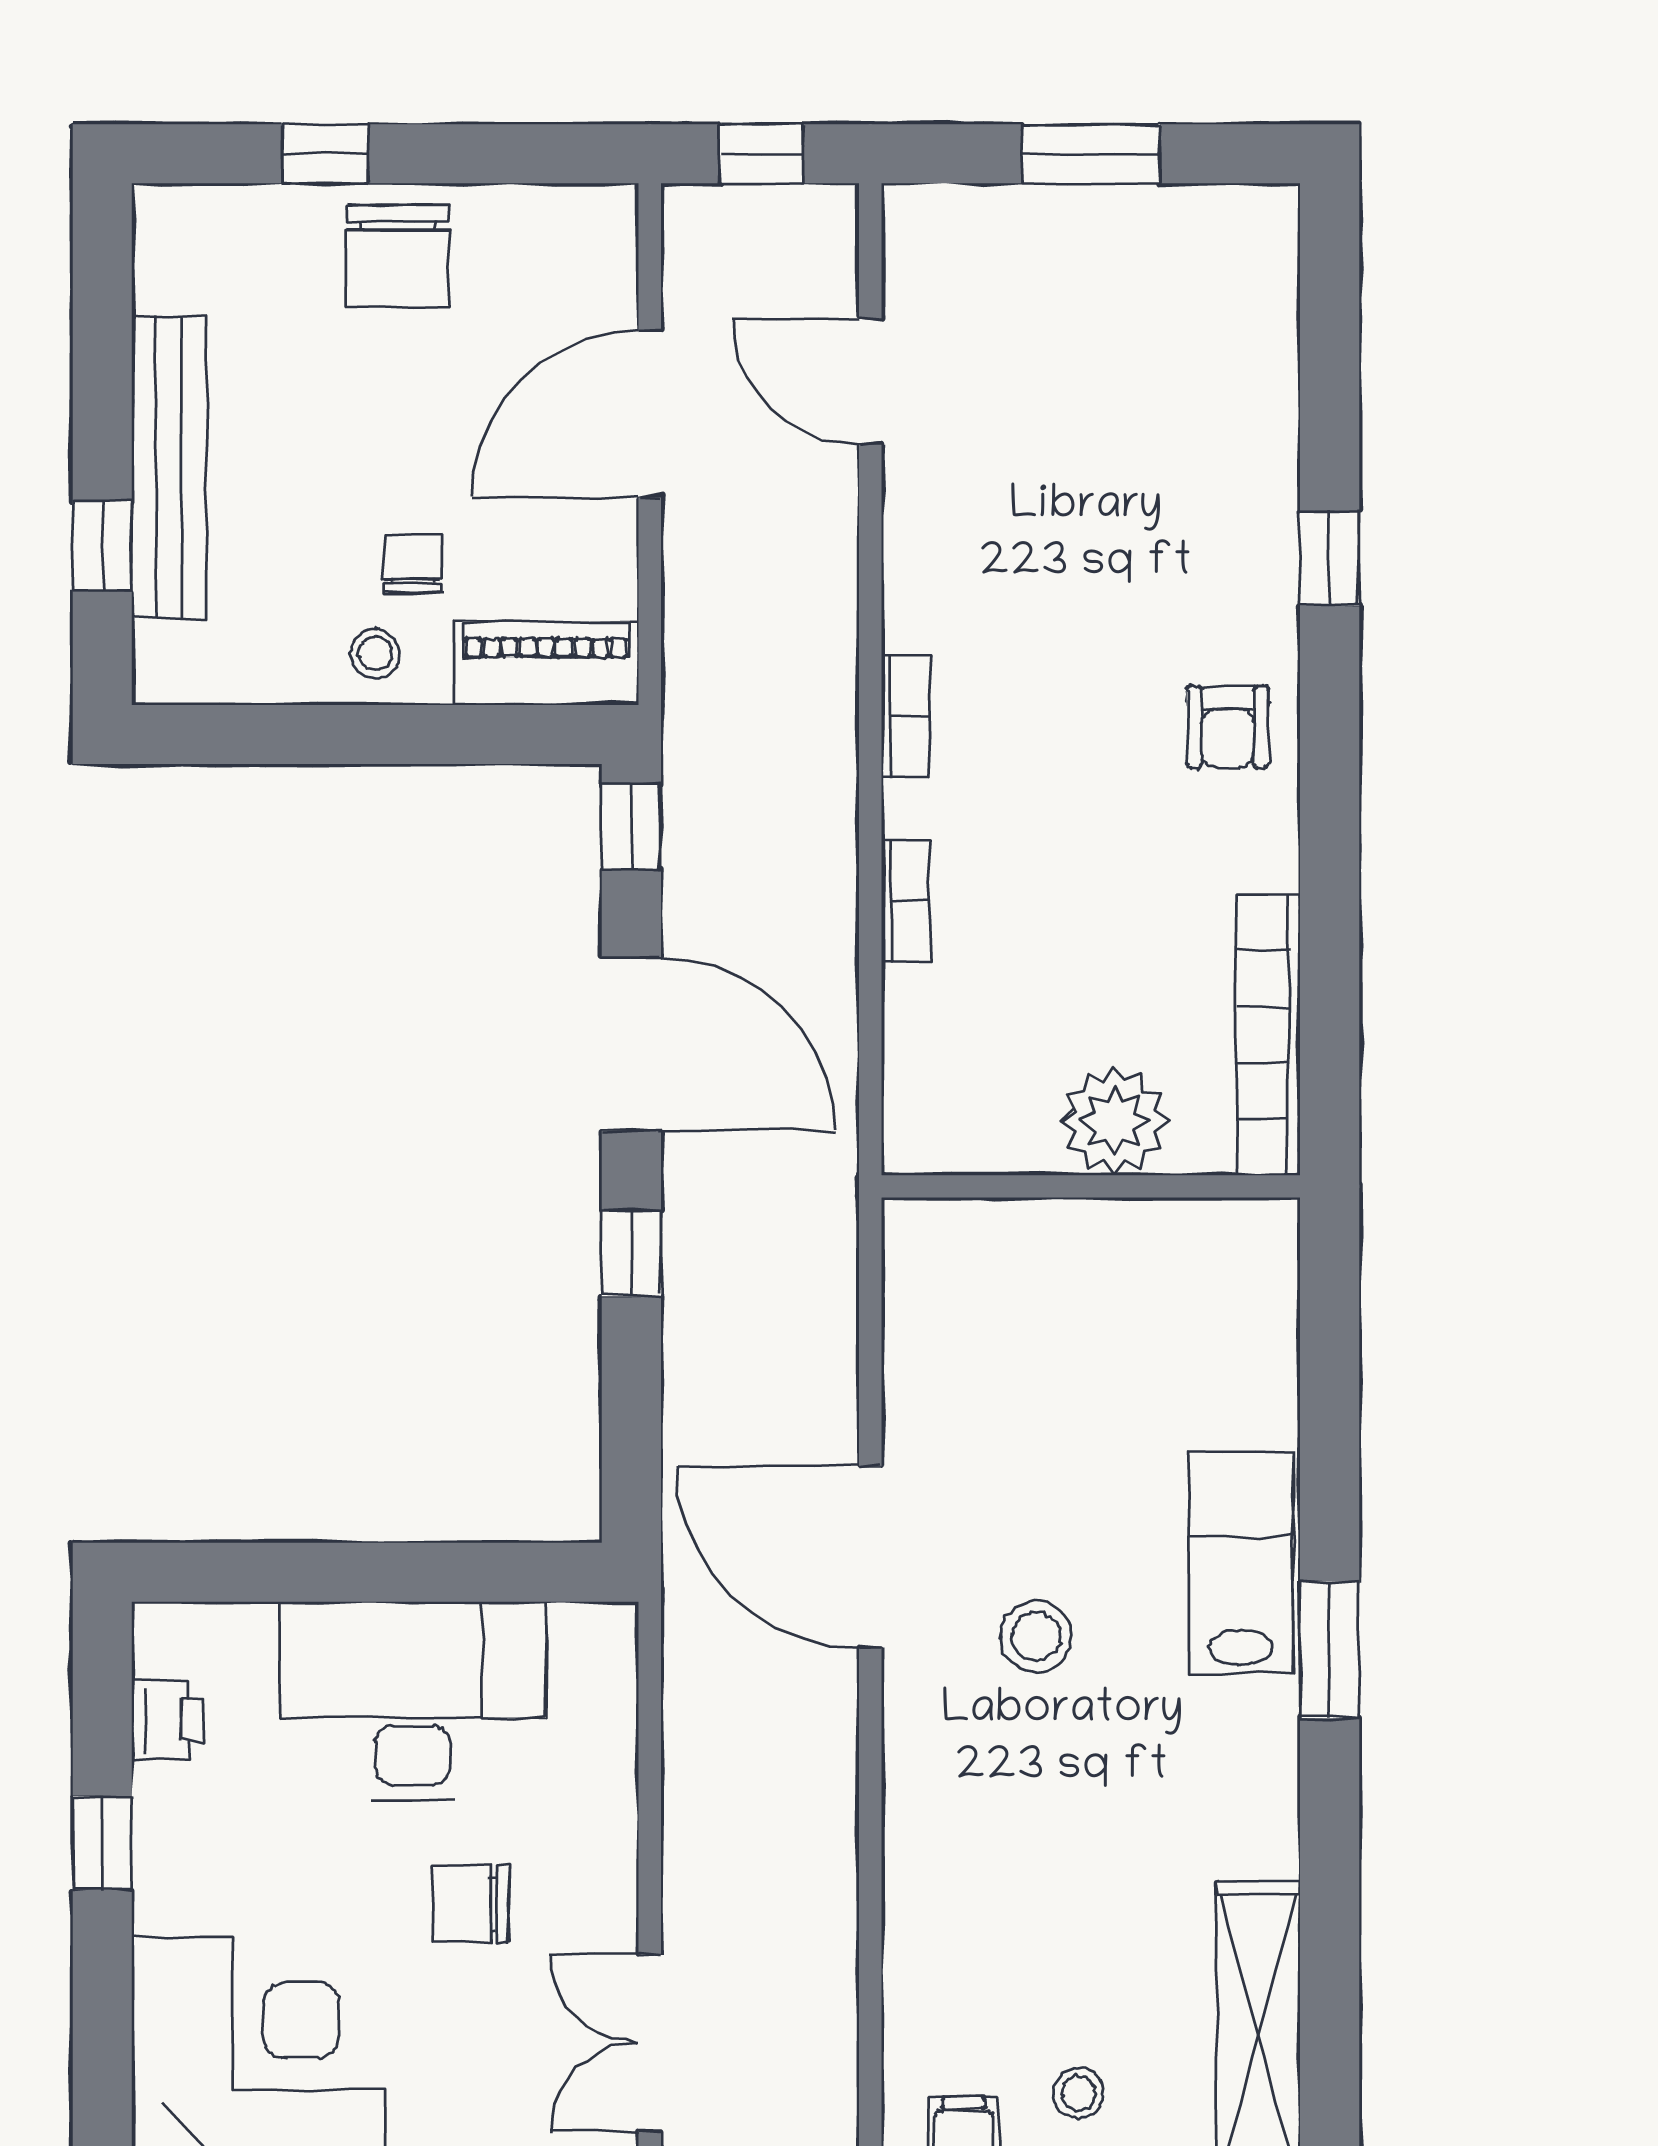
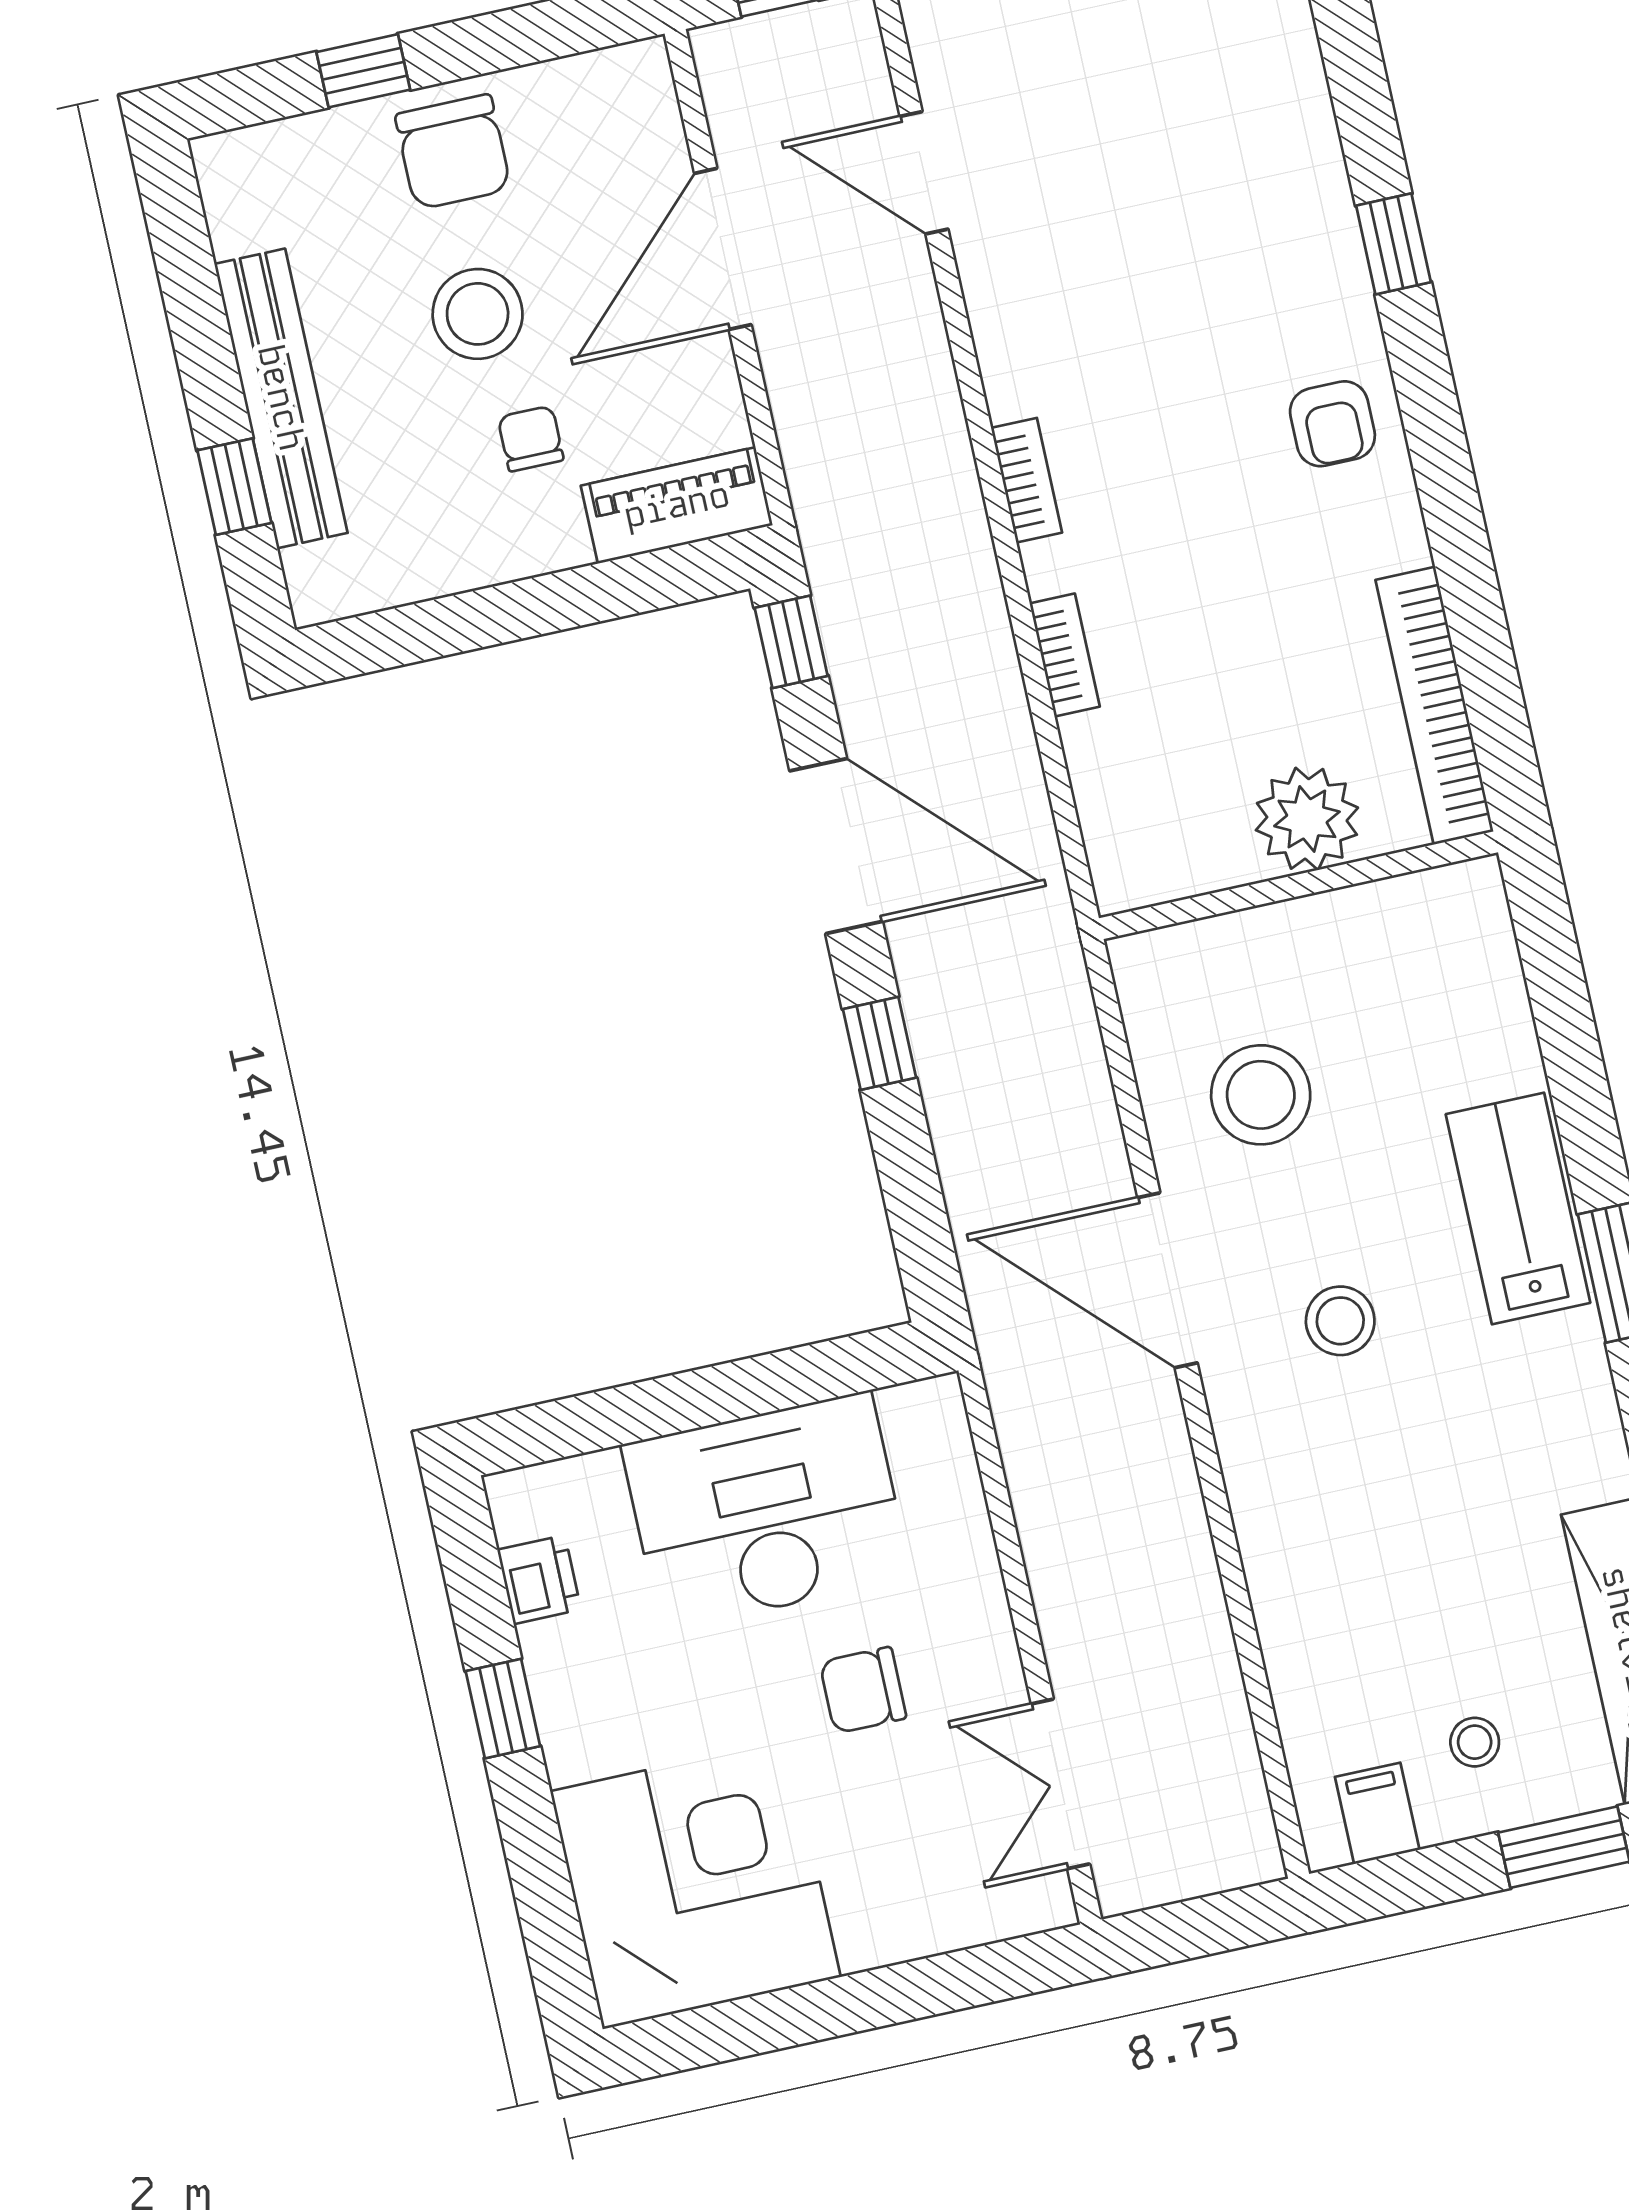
stool: (375, 654) -> (478, 314), moved, width x1.89, depth x1.89
stool: (1006, 1390) -> (1261, 1095), added

